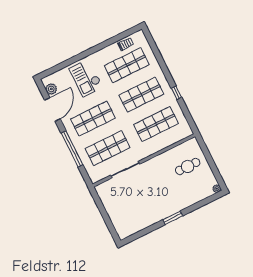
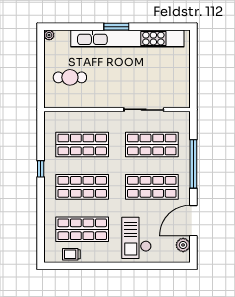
checkout: (86, 78) -> (137, 238), turned 180
kitchen unit: (161, 213) -> (127, 39), added

